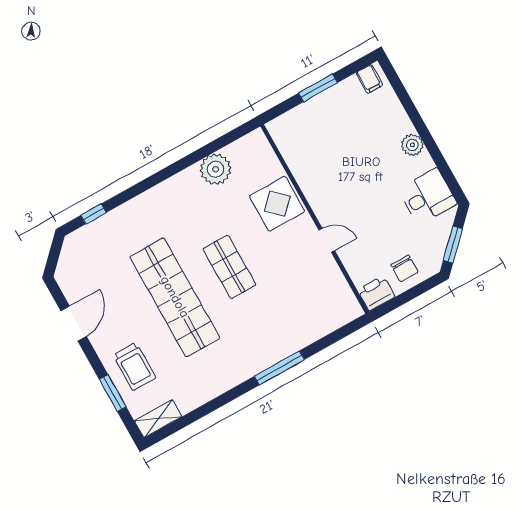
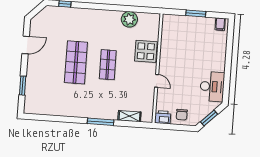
plant: (412, 145) -> (220, 64), removed
desk: (428, 196) -> (212, 87), width x1.37
shop shelf: (175, 297) -> (76, 62), width x0.71
trolley: (134, 366) -> (39, 80), removed
shelving: (158, 419) -> (129, 116), moved

